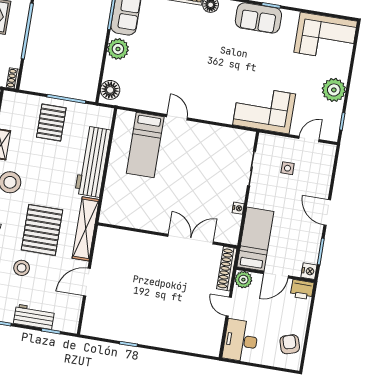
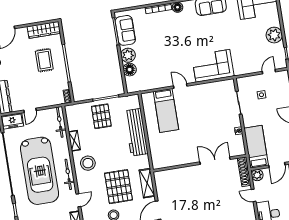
floor lamp: (110, 90) -> (130, 70), moved
corner sofa: (264, 109) -> (213, 66), moved
shelving: (86, 229) -> (147, 183), width x0.68

